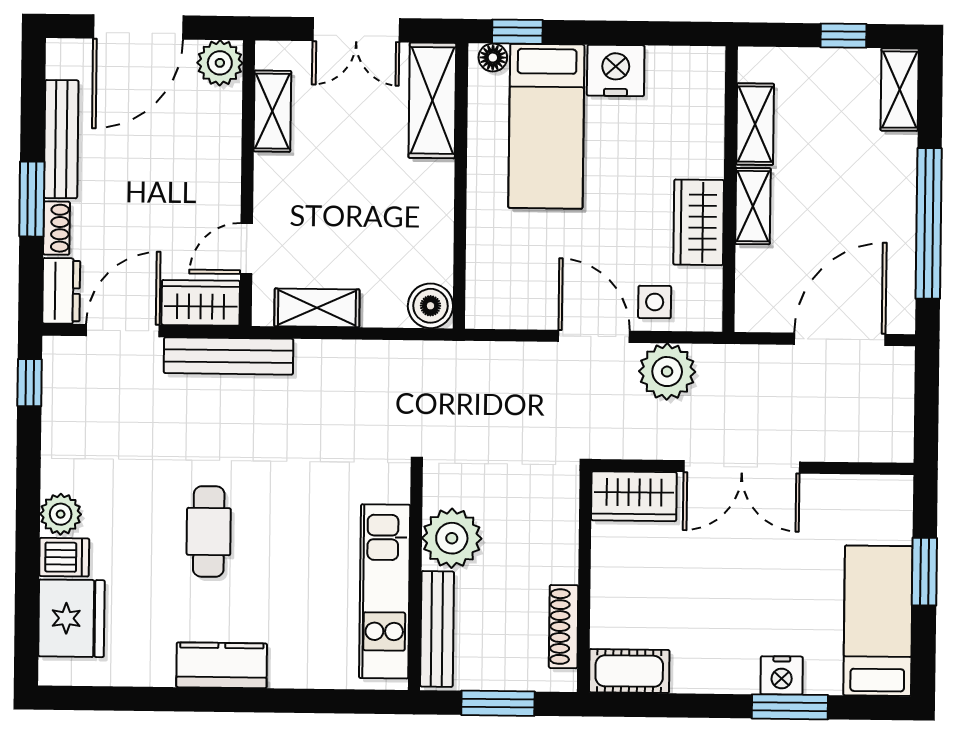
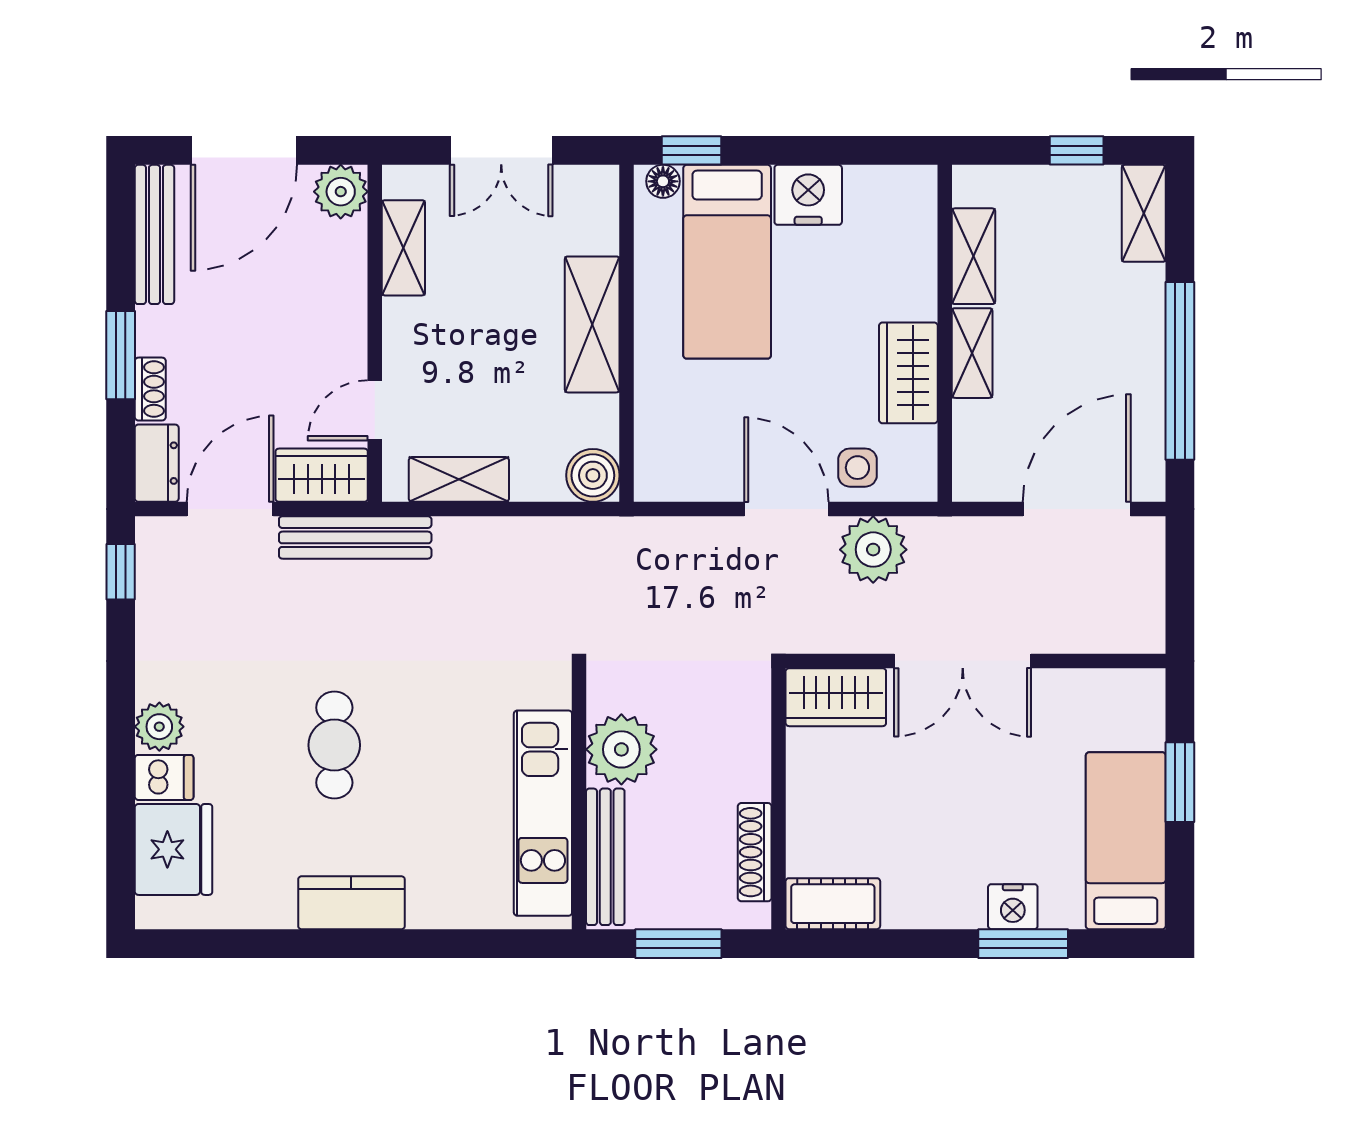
shelving: (432, 100) -> (592, 324), moved
bench: (61, 139) -> (154, 234), moved

